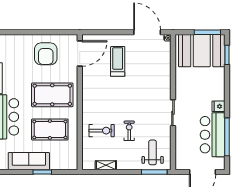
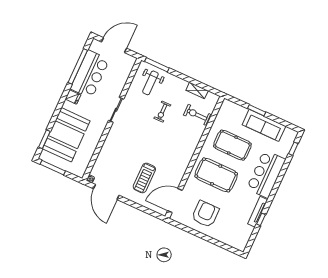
booth: (202, 51) -> (66, 135), moved, turned 90
exercise bike: (102, 131) -> (197, 115), moved

